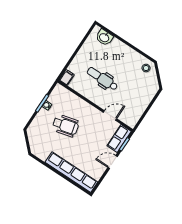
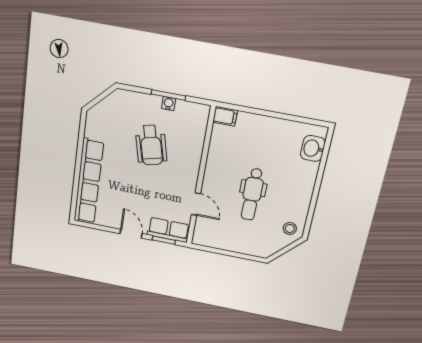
dental chair: (102, 79) -> (252, 194), moved, turned 180

